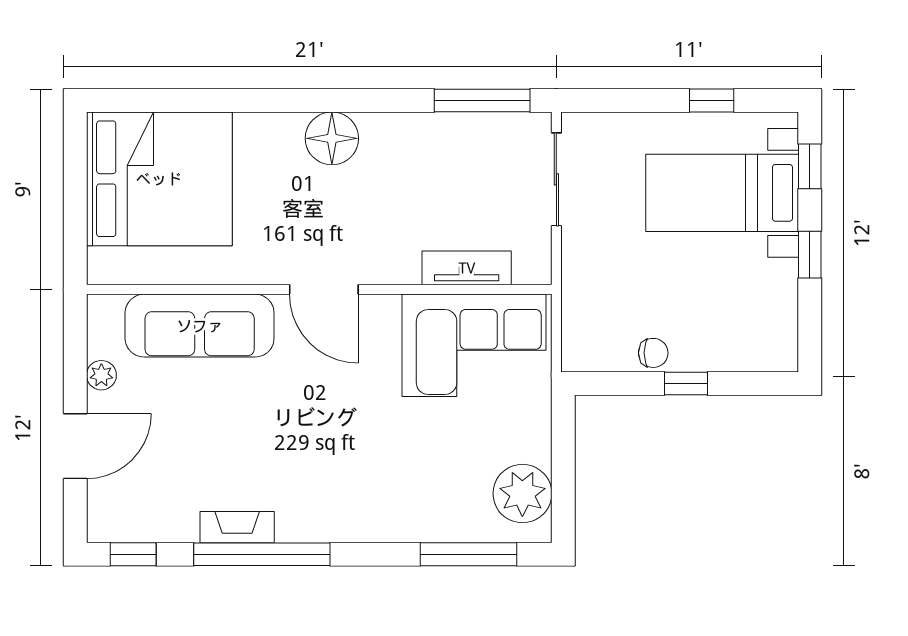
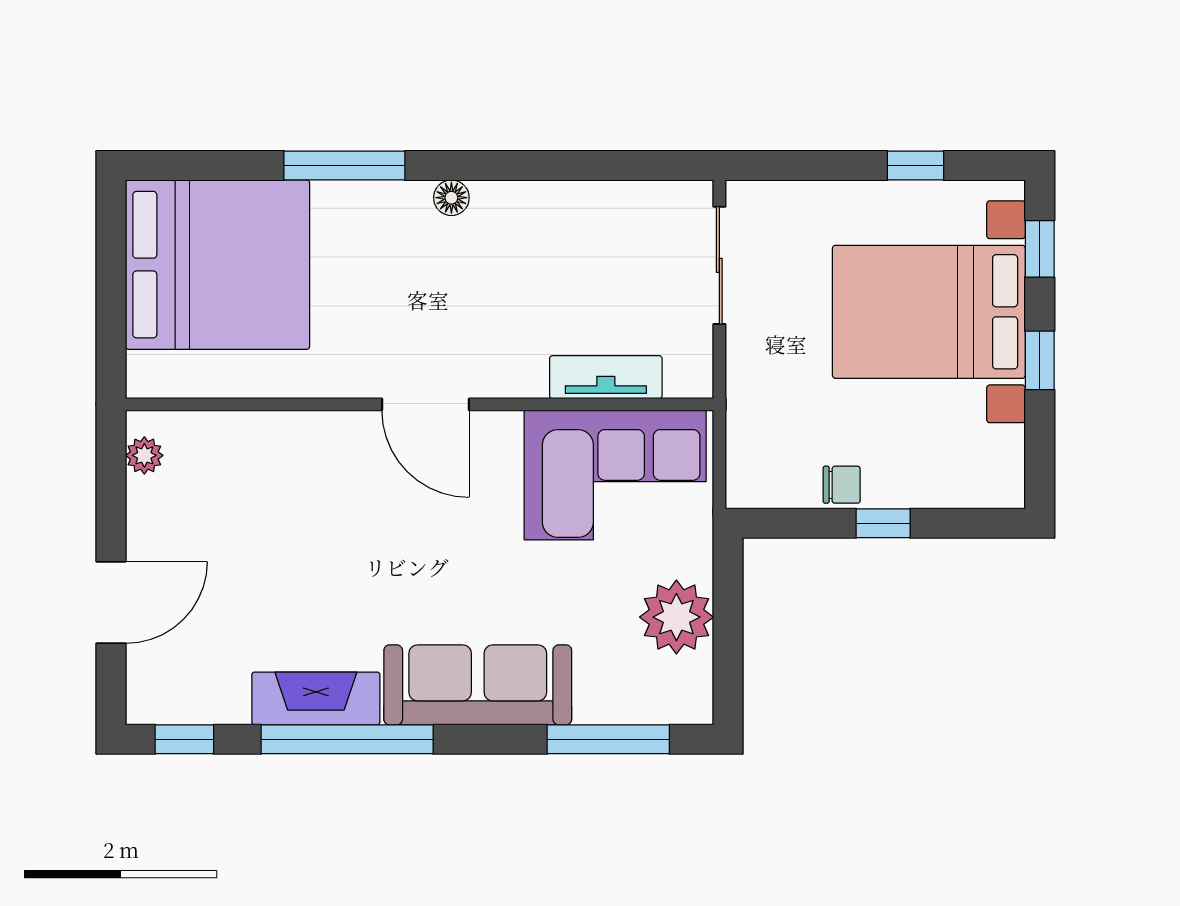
window: (482, 100) -> (344, 166), moved
floor lamp: (332, 138) -> (451, 198), width x0.53, depth x0.53
bed with nightstands: (722, 193) -> (929, 312), width x1.36
sofa: (200, 326) -> (478, 685), moved, turned 180
plant: (101, 375) -> (144, 455), moved
plant: (522, 494) -> (676, 617), moved
fireplace: (237, 527) -> (316, 698), width x1.37, depth x1.32

